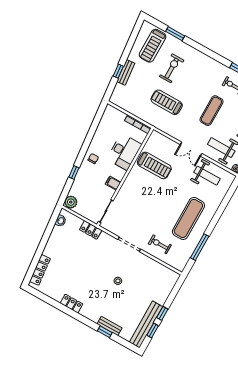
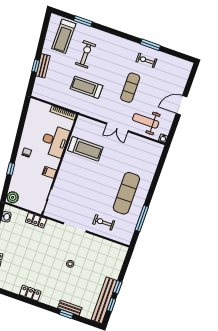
weight bench: (207, 176) -> (137, 150), removed

